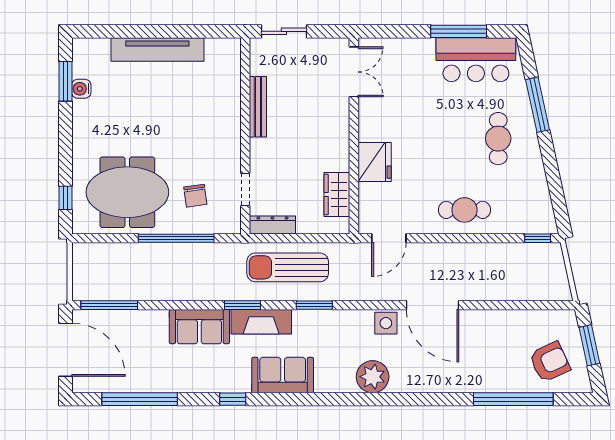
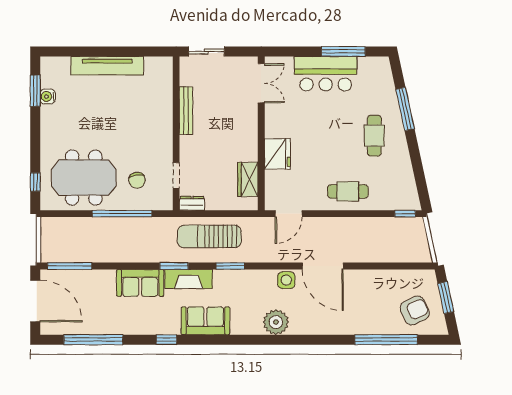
bar counter: (476, 60) -> (326, 74), moved
dresser: (272, 225) -> (192, 203), width x0.70

